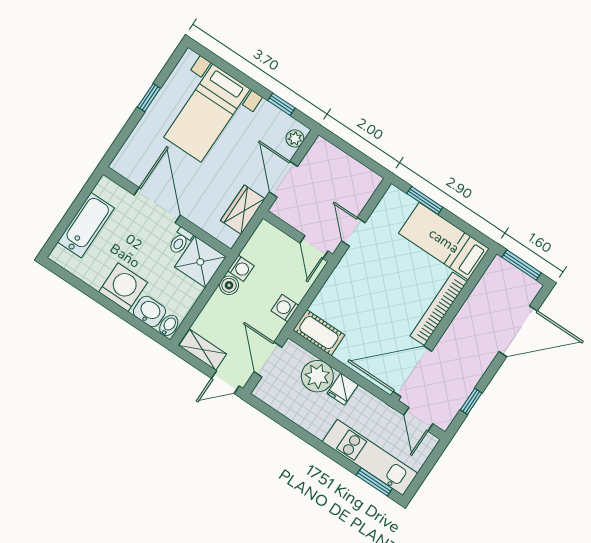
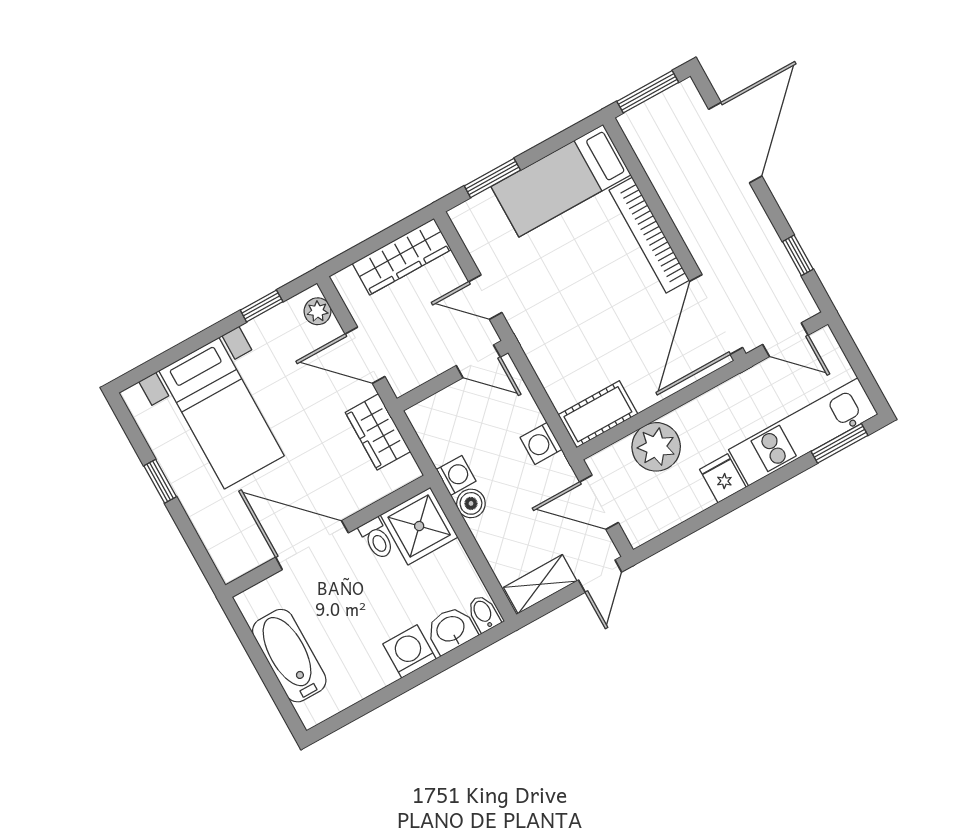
wardrobe: (352, 171) -> (402, 257), added
washing machine: (123, 287) -> (409, 652), width x0.73, depth x0.73
fridge: (343, 389) -> (723, 478), moved, turned 180

